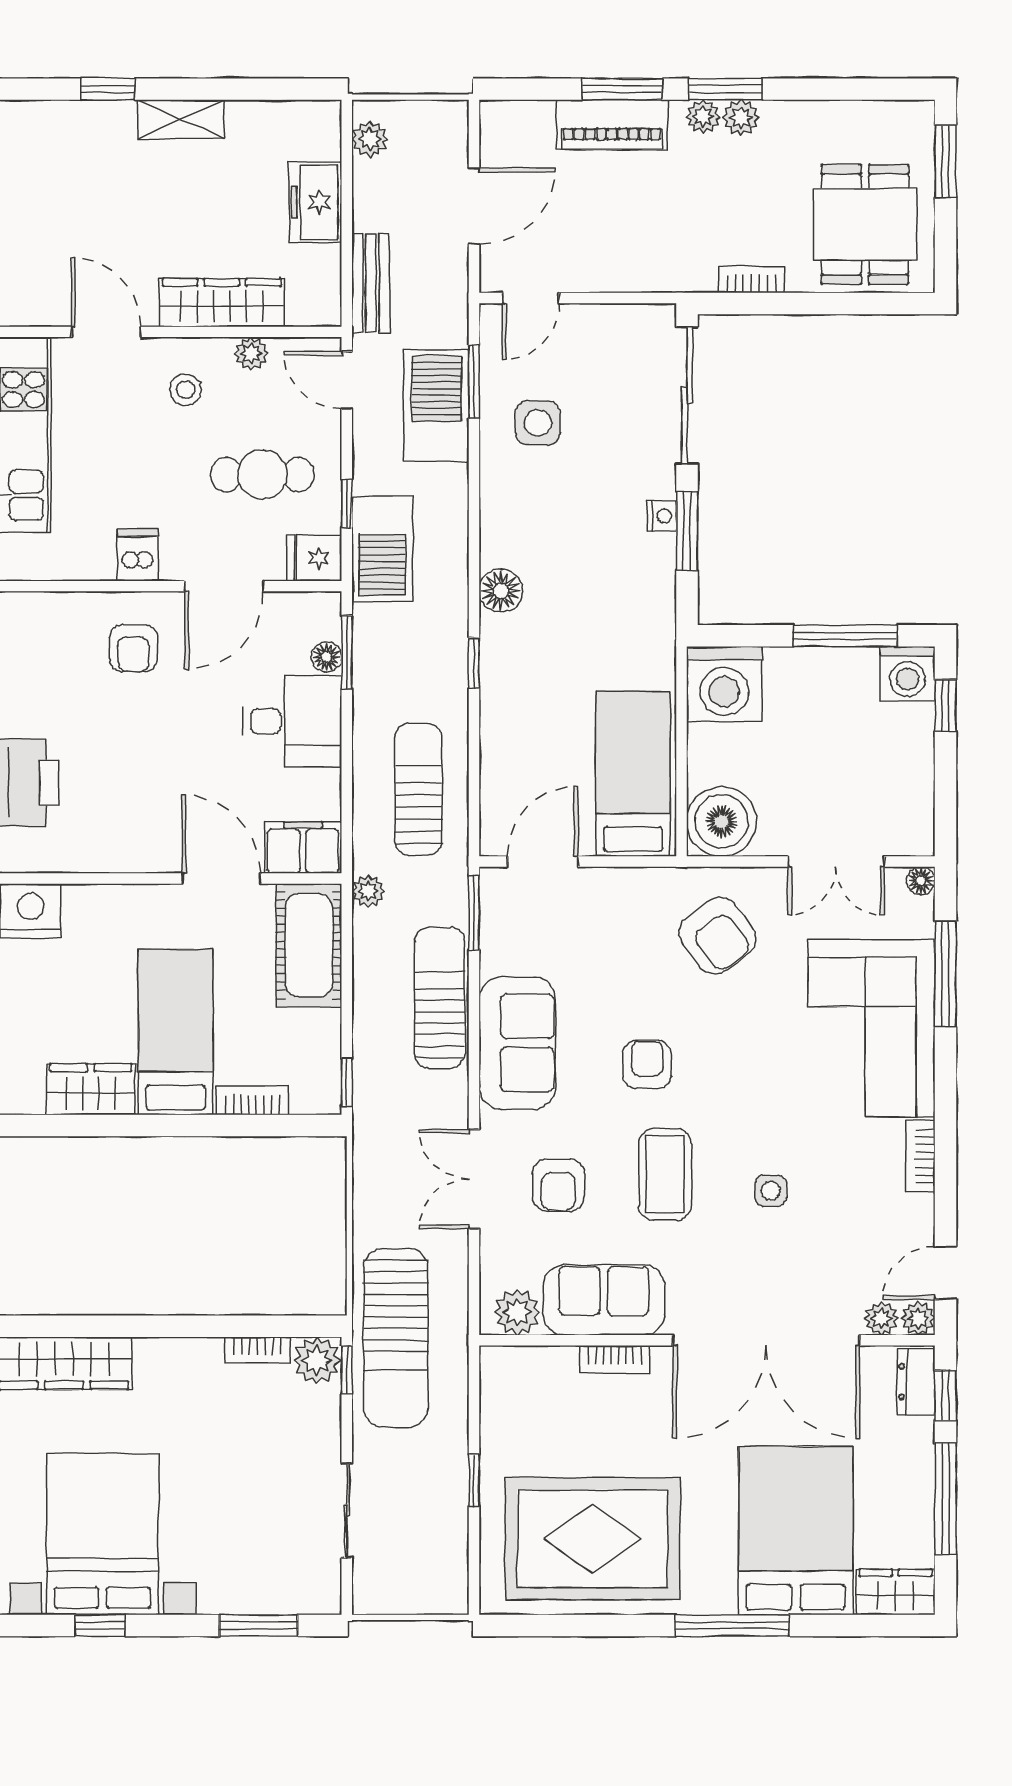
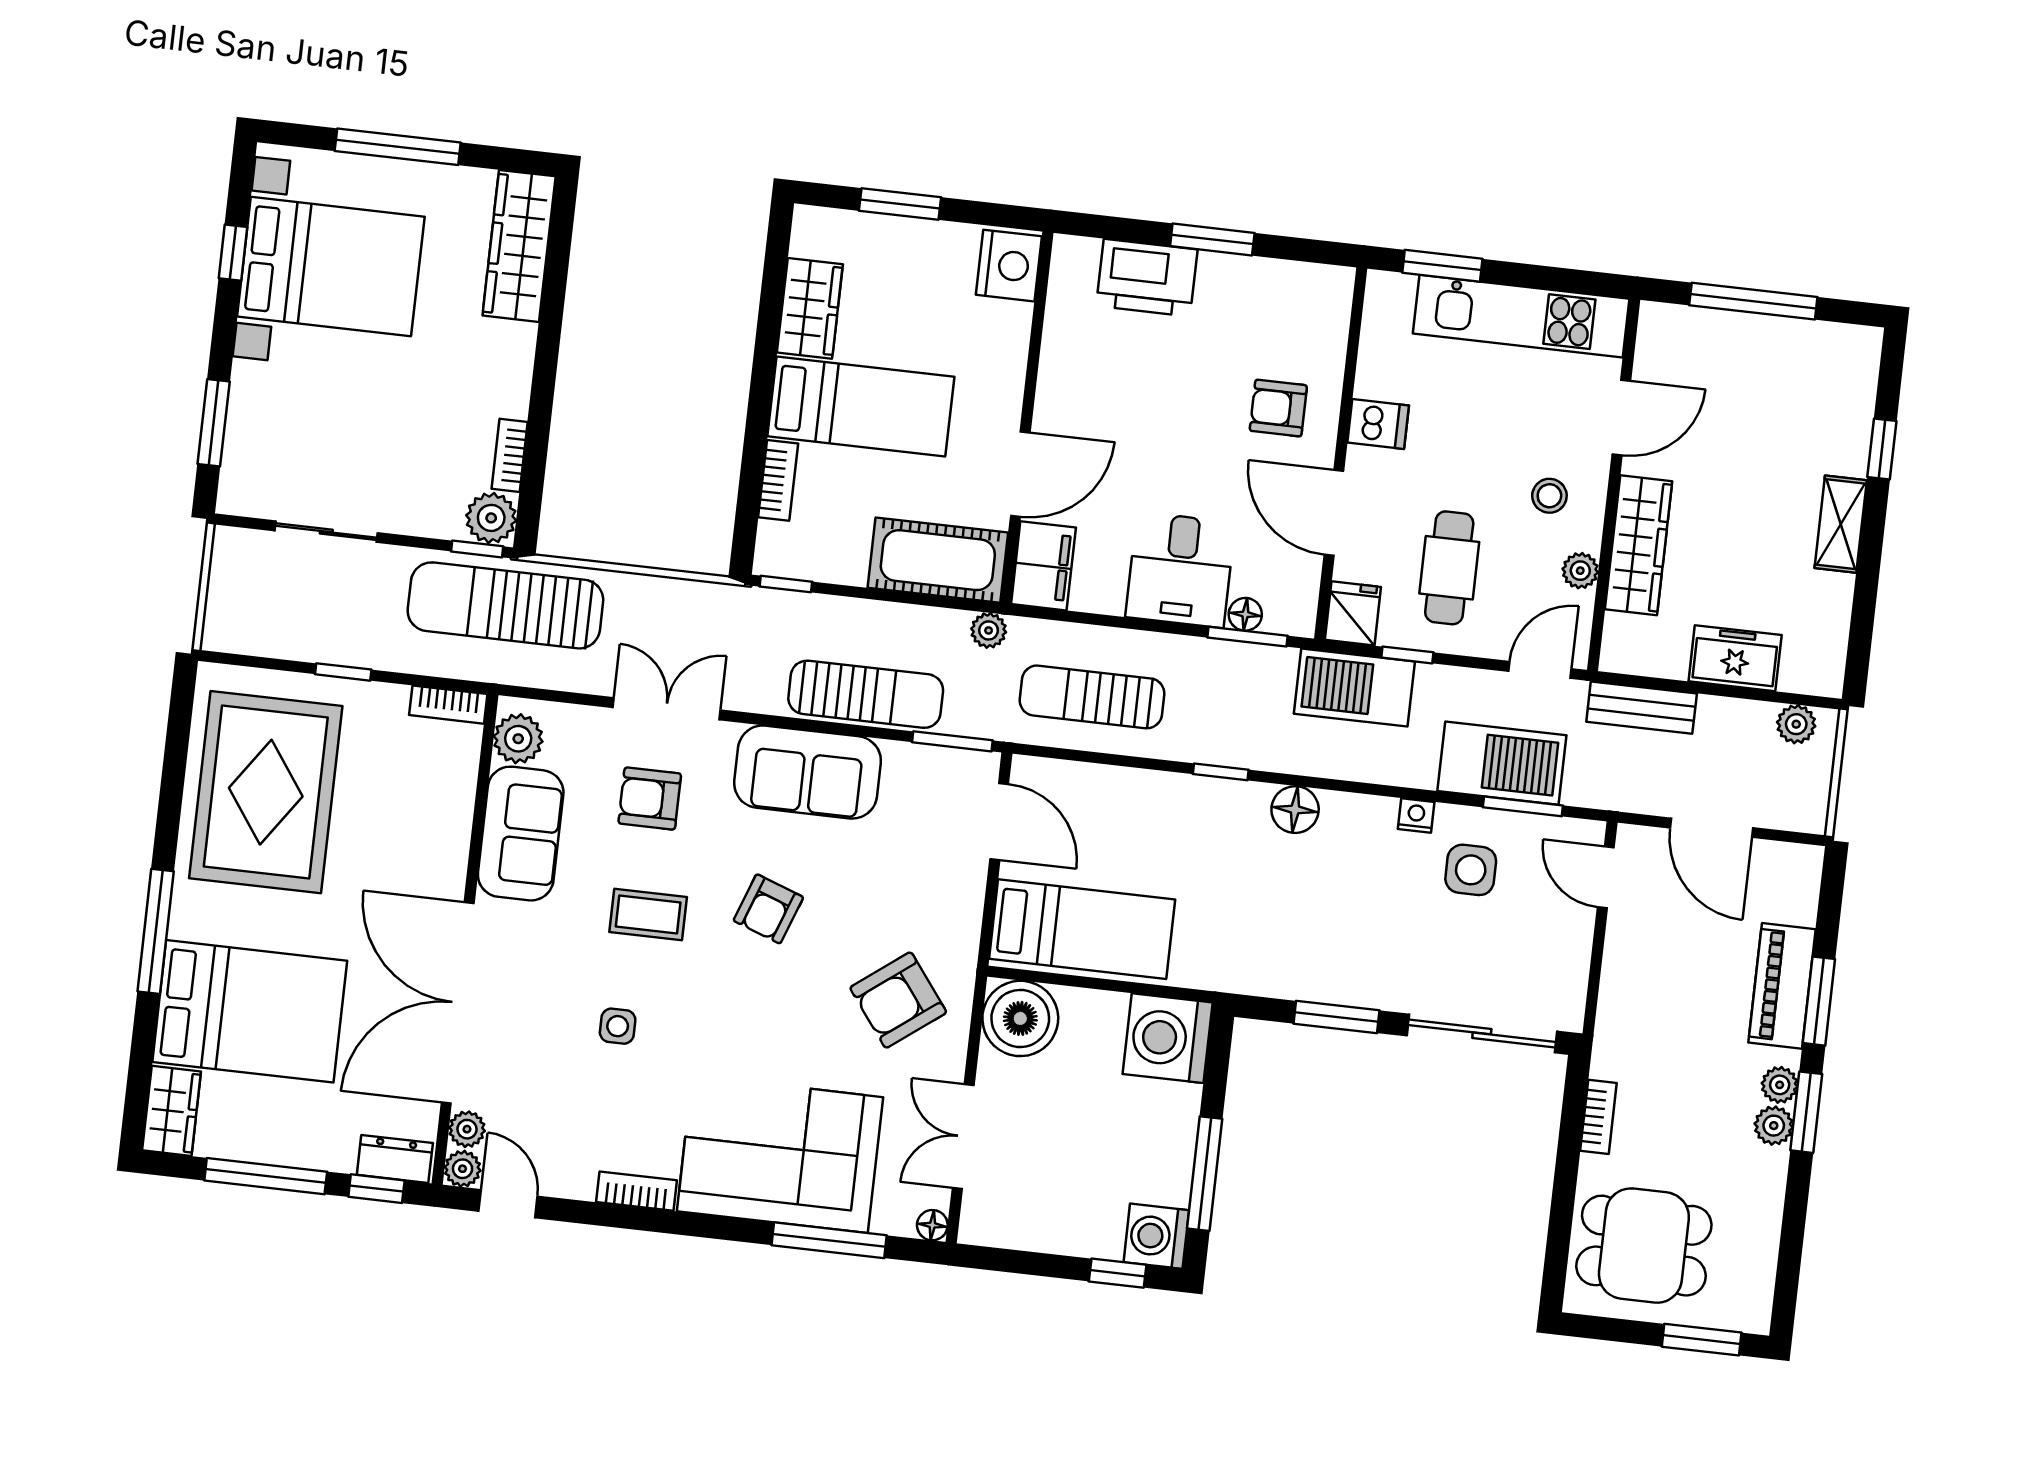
nightstand: (662, 516) -> (1416, 815), moved, turned 180
sun lounger: (418, 789) -> (1092, 697), turned 180
armchair: (647, 1065) -> (768, 909), turned 109
coffee table: (665, 1174) -> (648, 914), width x0.73, depth x0.77
bookcase: (615, 1359) -> (448, 705), moved, turned -90

